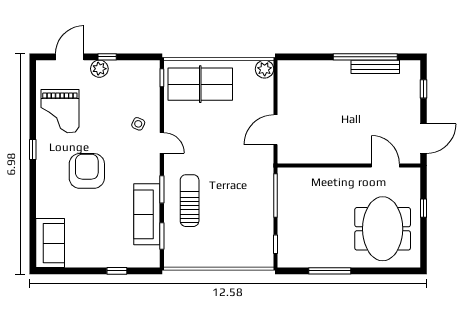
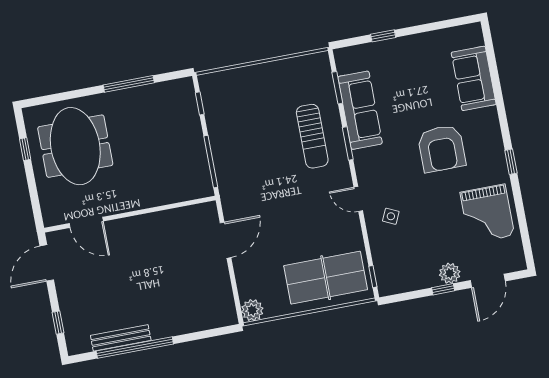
grand piano: (60, 111) -> (487, 214), turned 180
window: (424, 208) -> (25, 149), moved
sofa: (50, 243) -> (474, 78), moved

